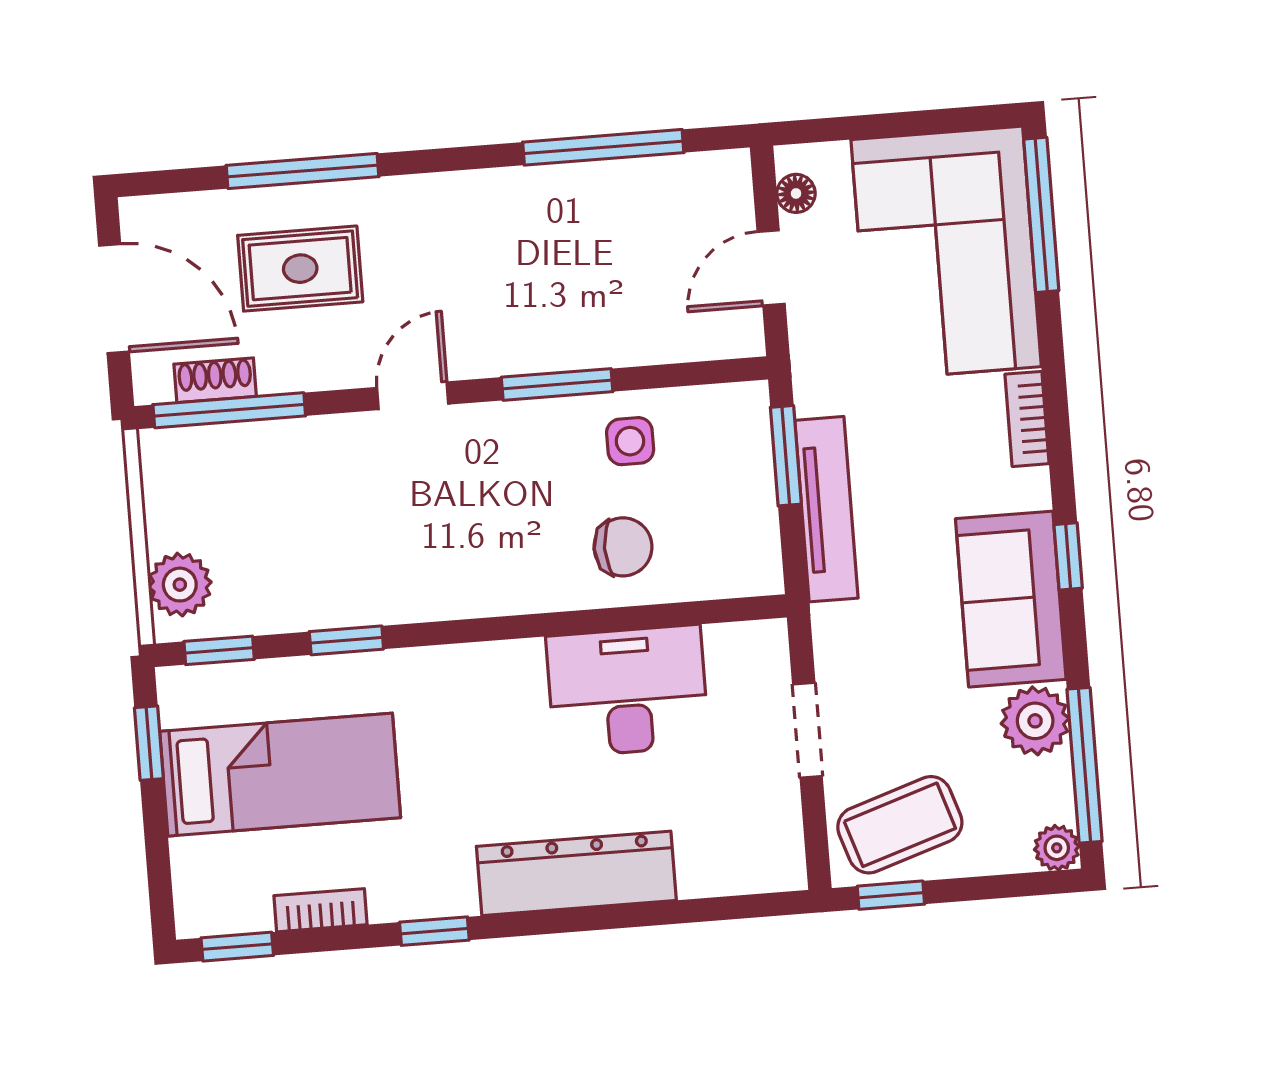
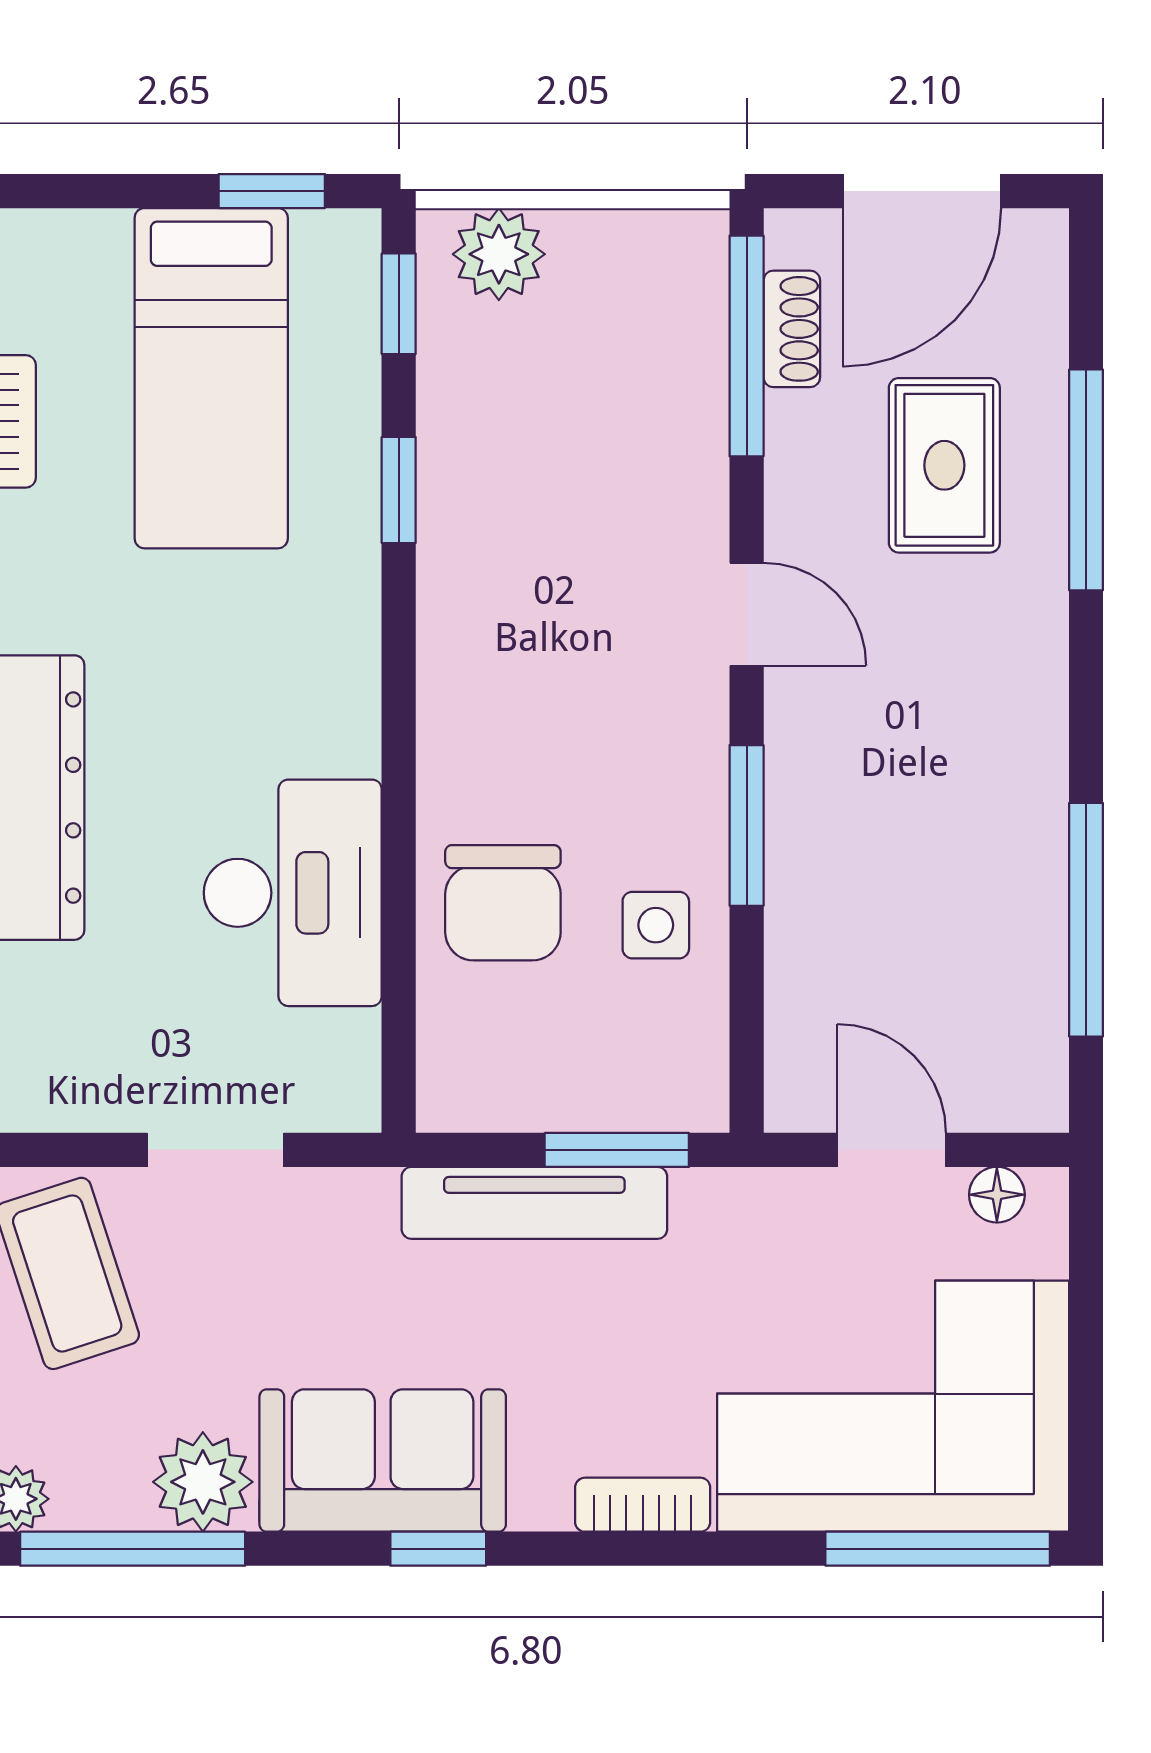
chair: (623, 547) -> (503, 903), width x1.37, depth x1.37

